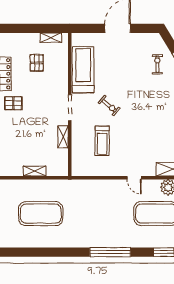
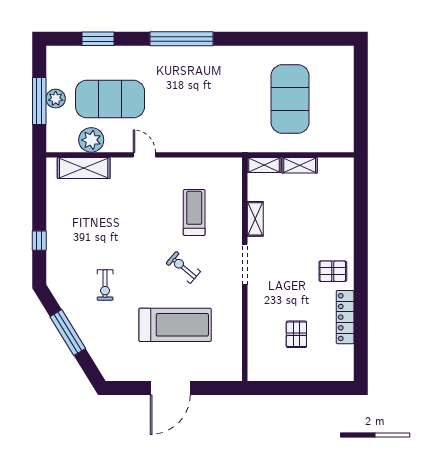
shelving: (51, 38) -> (264, 165), moved
exercise bike: (157, 64) -> (105, 285), moved
treadmill: (83, 70) -> (175, 325), moved, turned -90
exercise mat: (41, 214) -> (290, 99), turned 90

